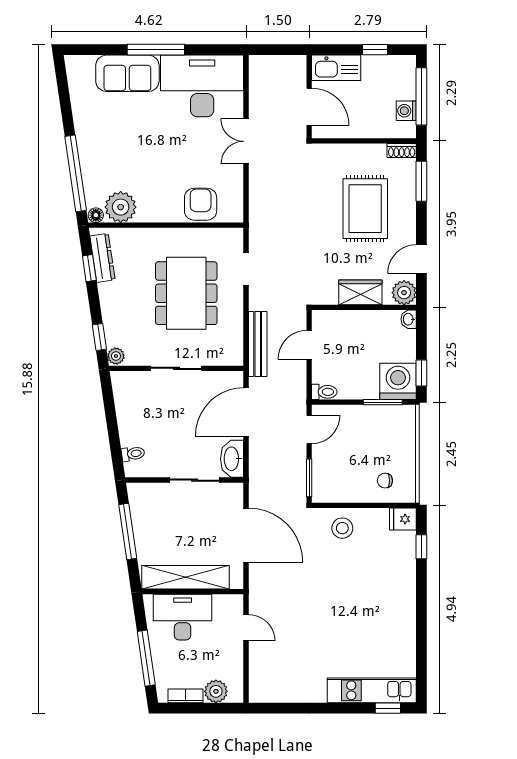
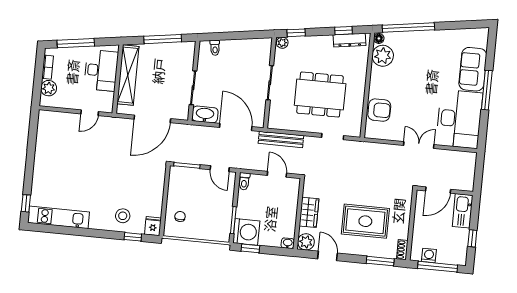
stool: (342, 528) -> (123, 216), moved
kitchen unit: (372, 690) -> (59, 217), moved, turned -90

